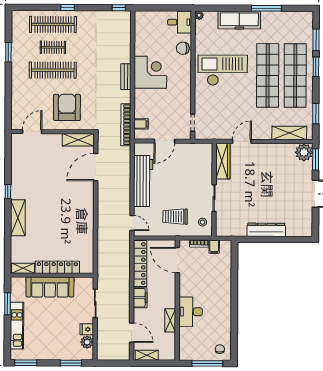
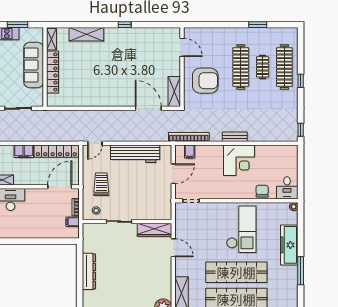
door: (164, 141) -> (173, 174), swing flipped
shelving: (18, 218) -> (86, 34), moved

